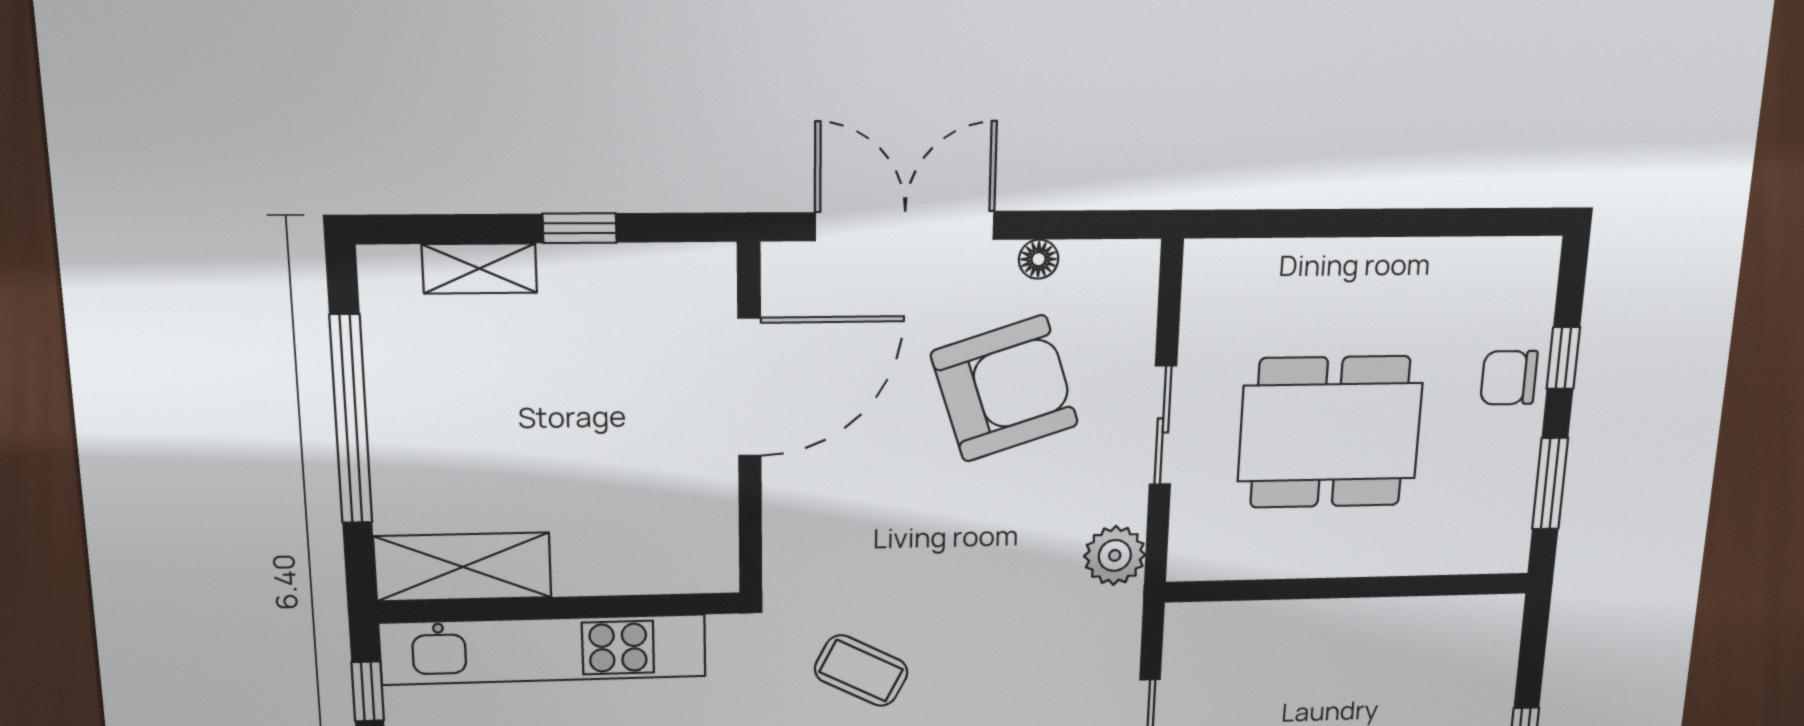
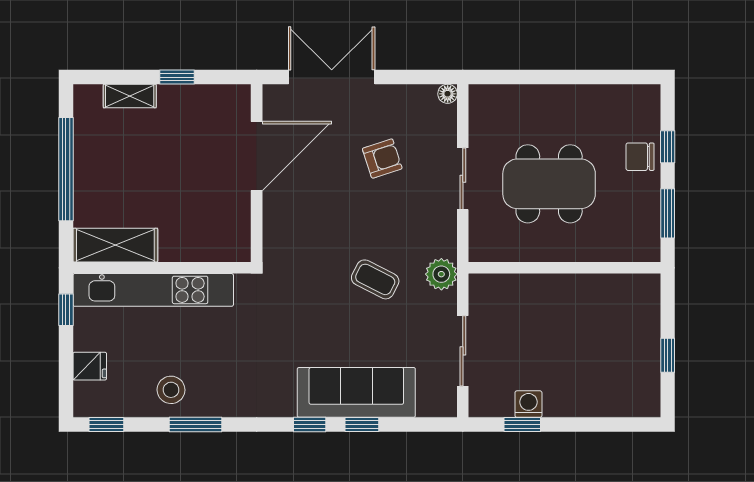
floor lamp: (1039, 259) -> (448, 94), moved
armchair: (1005, 389) -> (382, 159), width x0.53, depth x0.53
plant: (1115, 555) -> (441, 274), moved
coffee table: (861, 671) -> (375, 279), moved

